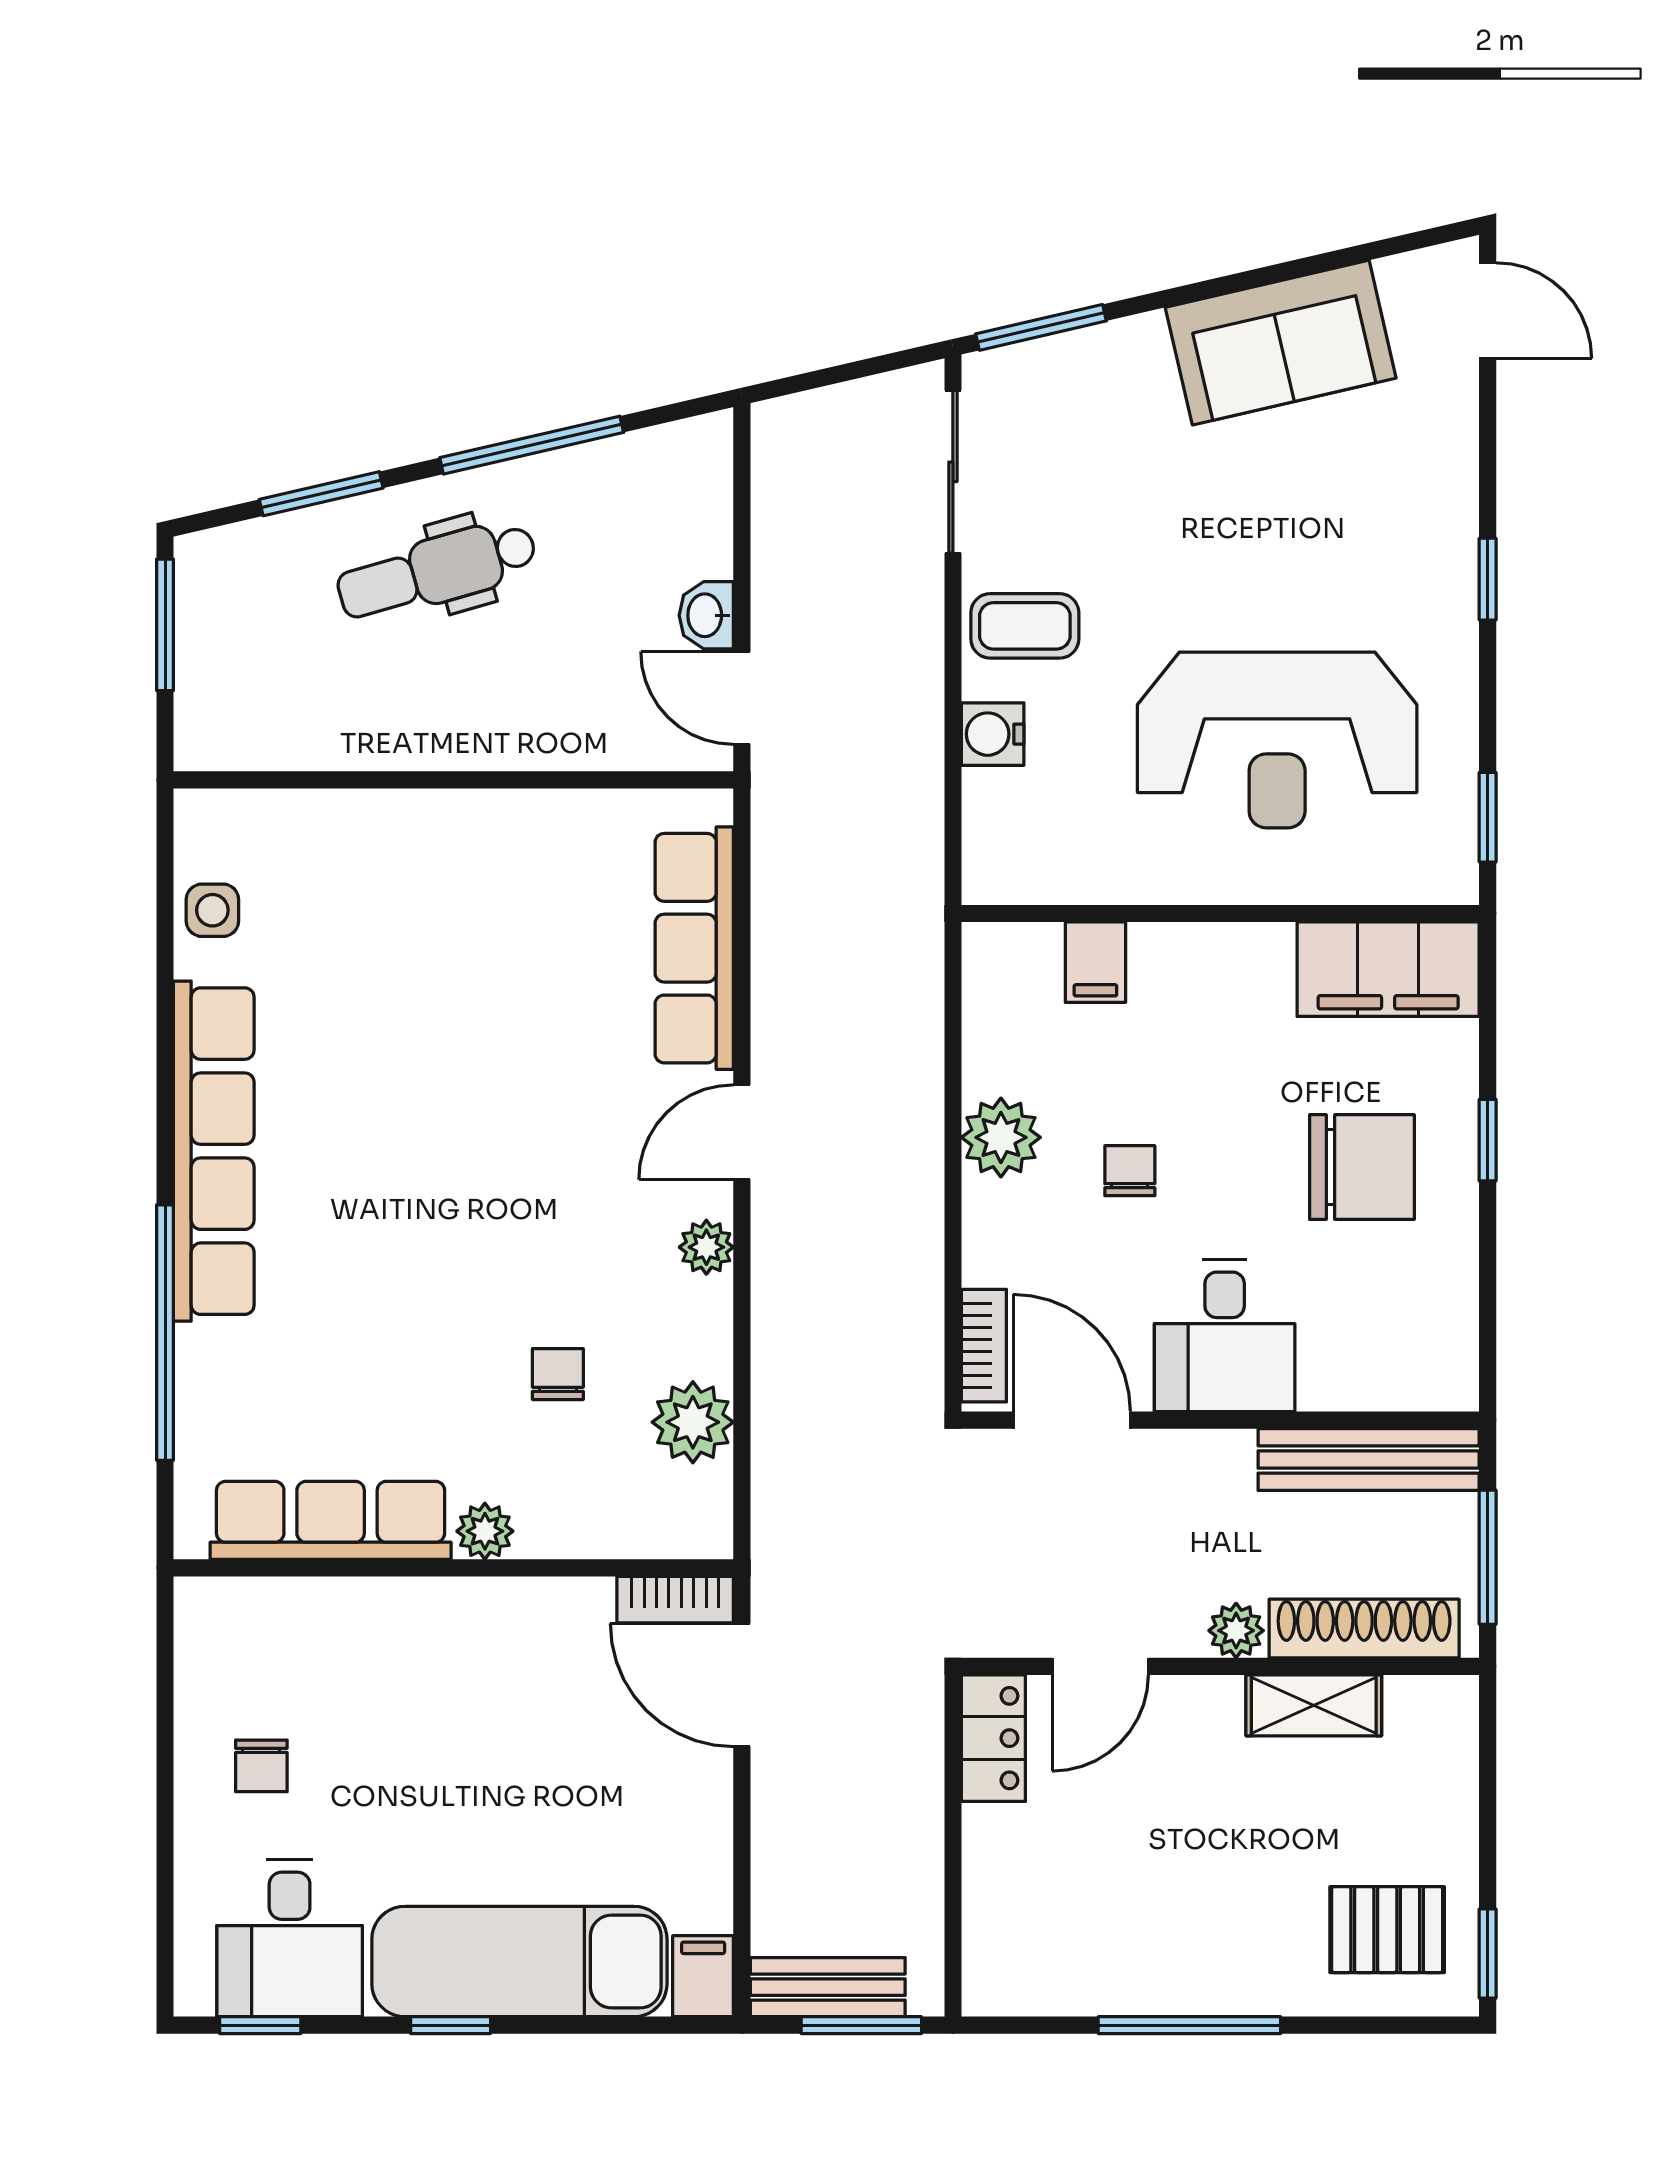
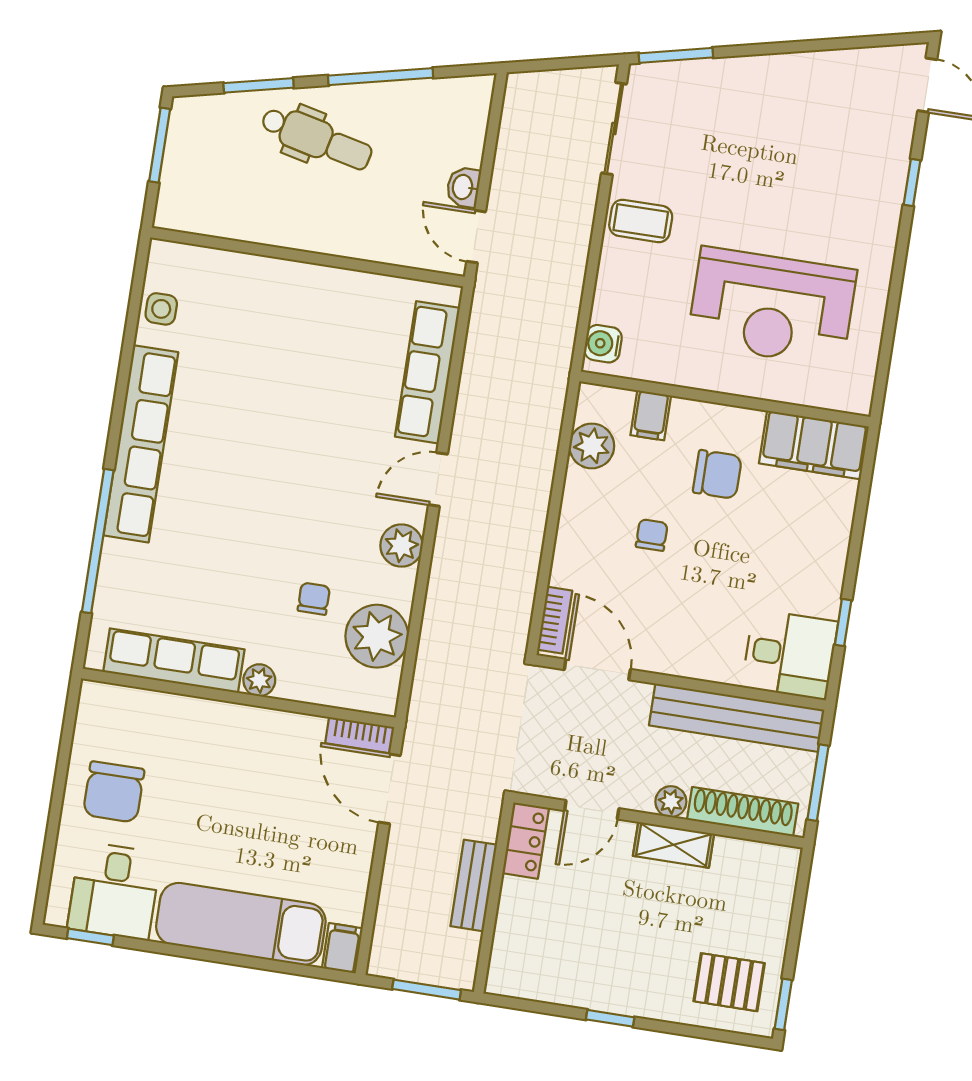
sofa: (1281, 343) -> (809, 85), removed
dental chair: (437, 570) -> (317, 138), turned -151
window: (1488, 579) -> (912, 183), moved
water cooler: (993, 734) -> (603, 344), moved
window: (1488, 817) -> (883, 369), removed
plant: (1001, 1137) -> (592, 446), moved
window: (1488, 1140) -> (843, 623), moved
chair: (1362, 1167) -> (717, 474), moved, width x0.73, depth x0.73
plant: (706, 1247) -> (401, 546), width x1.38, depth x1.38
desk: (1225, 1336) -> (790, 654), moved, turned -90
plant: (693, 1422) -> (377, 636), width x1.36, depth x1.36
bench: (1369, 1459) -> (737, 718), width x1.37, depth x1.21
shelving: (1314, 1705) -> (674, 845), moved
chair: (261, 1766) -> (114, 792), width x1.87, depth x1.87
bench: (828, 1987) -> (474, 885), moved, turned 90
window: (451, 2025) -> (197, 954), removed
window: (1189, 2025) -> (610, 1018), width x0.46

